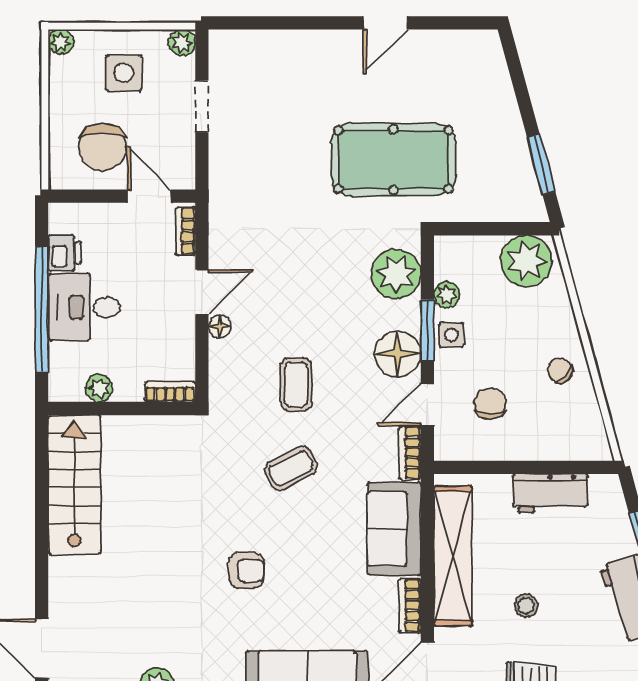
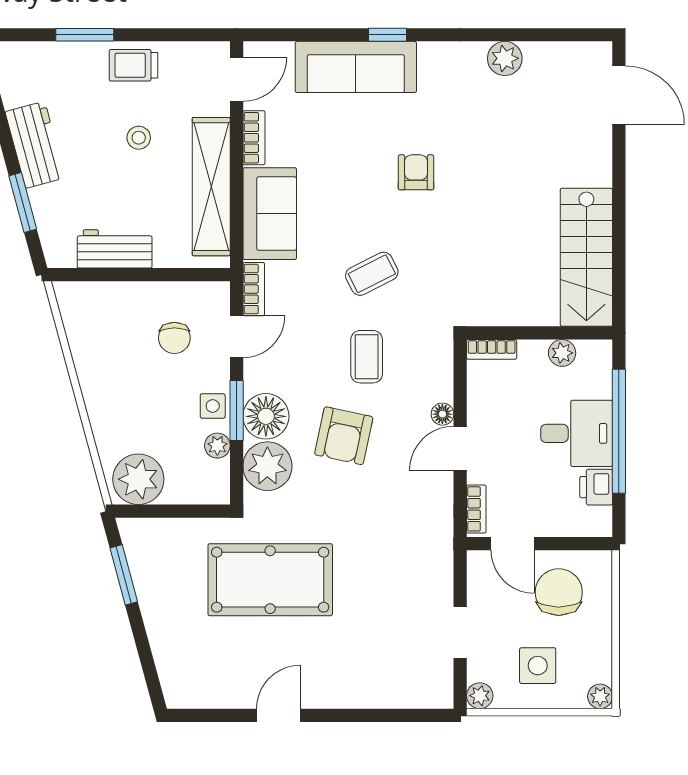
armchair: (319, 305) -> (344, 436), added
floor lamp: (398, 354) -> (266, 416), moved
chair: (560, 370) -> (105, 371), removed
armchair: (246, 570) -> (416, 172), turned 90

